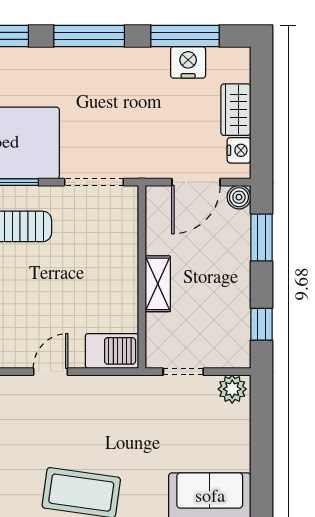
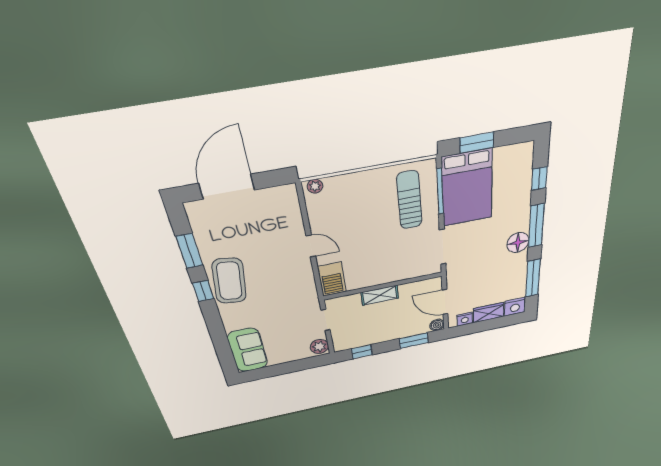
nightstand: (188, 62) -> (515, 307), moved, turned 90
floor lamp: (112, 64) -> (518, 243), added

